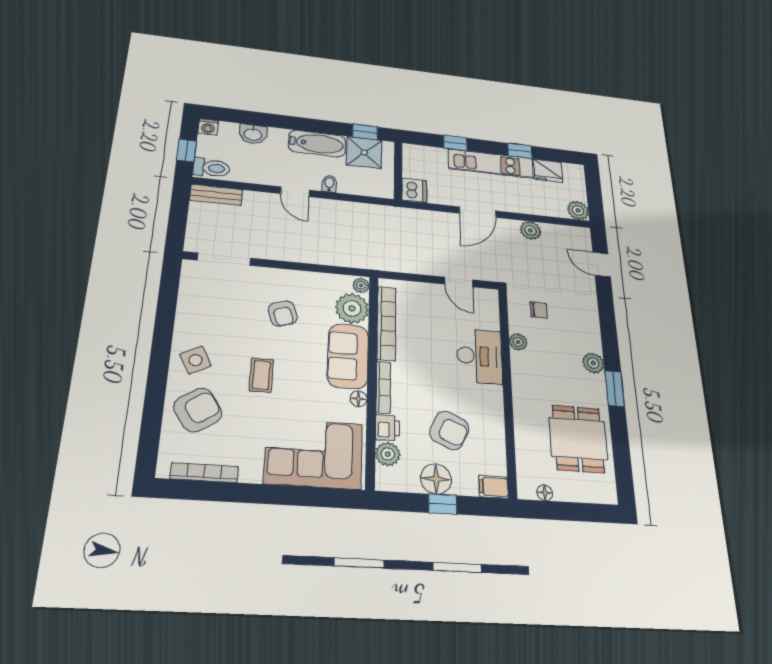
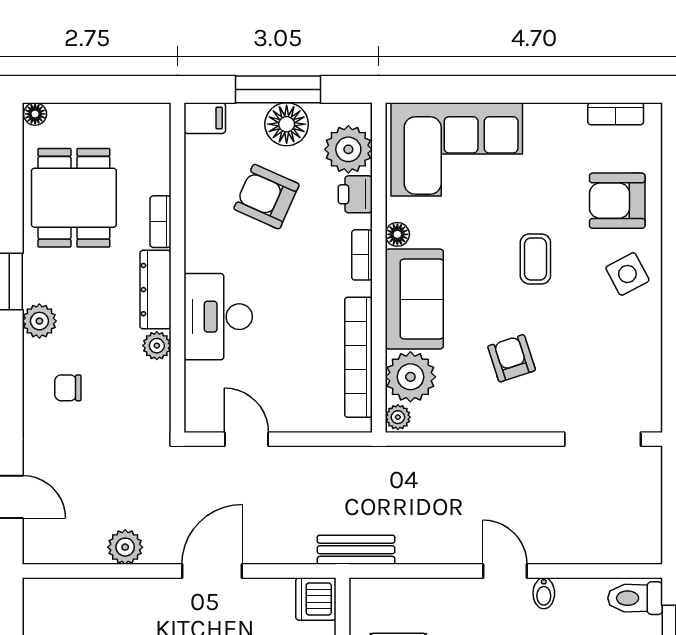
bidet: (329, 184) -> (544, 593), moved
bench: (216, 195) -> (356, 550), moved
plant: (578, 210) -> (41, 596), removed
chair: (539, 310) -> (68, 388), moved
dresser: (521, 376) -> (155, 290), added
bookcase: (383, 387) -> (362, 255), width x0.64
armchair: (198, 410) -> (617, 201), turned 34
bookcase: (520, 419) -> (161, 222), added
plant: (388, 454) -> (348, 149), width x1.36, depth x1.36
bookcase: (204, 473) -> (616, 114), width x0.64
floor lamp: (545, 493) -> (35, 114), moved
window: (443, 504) -> (278, 89), width x2.17

